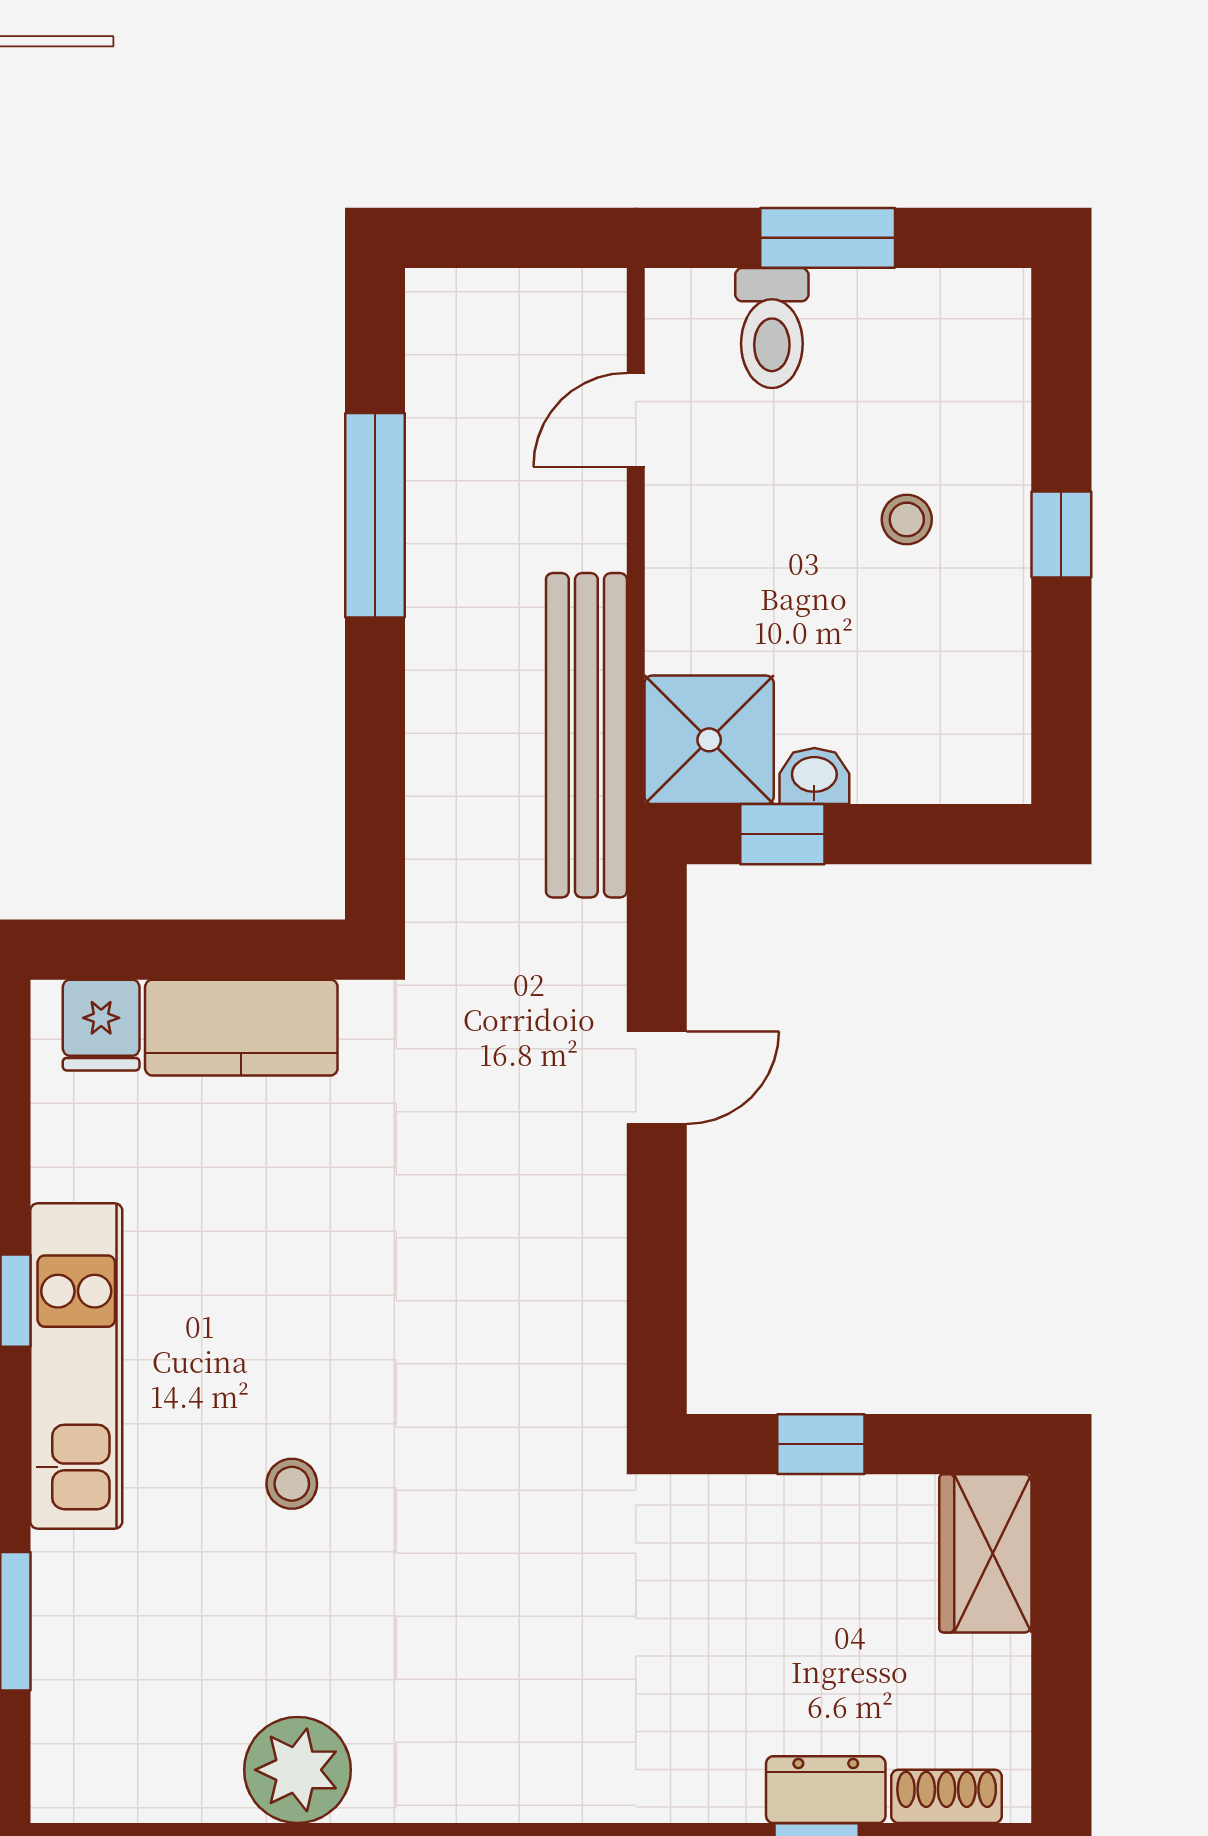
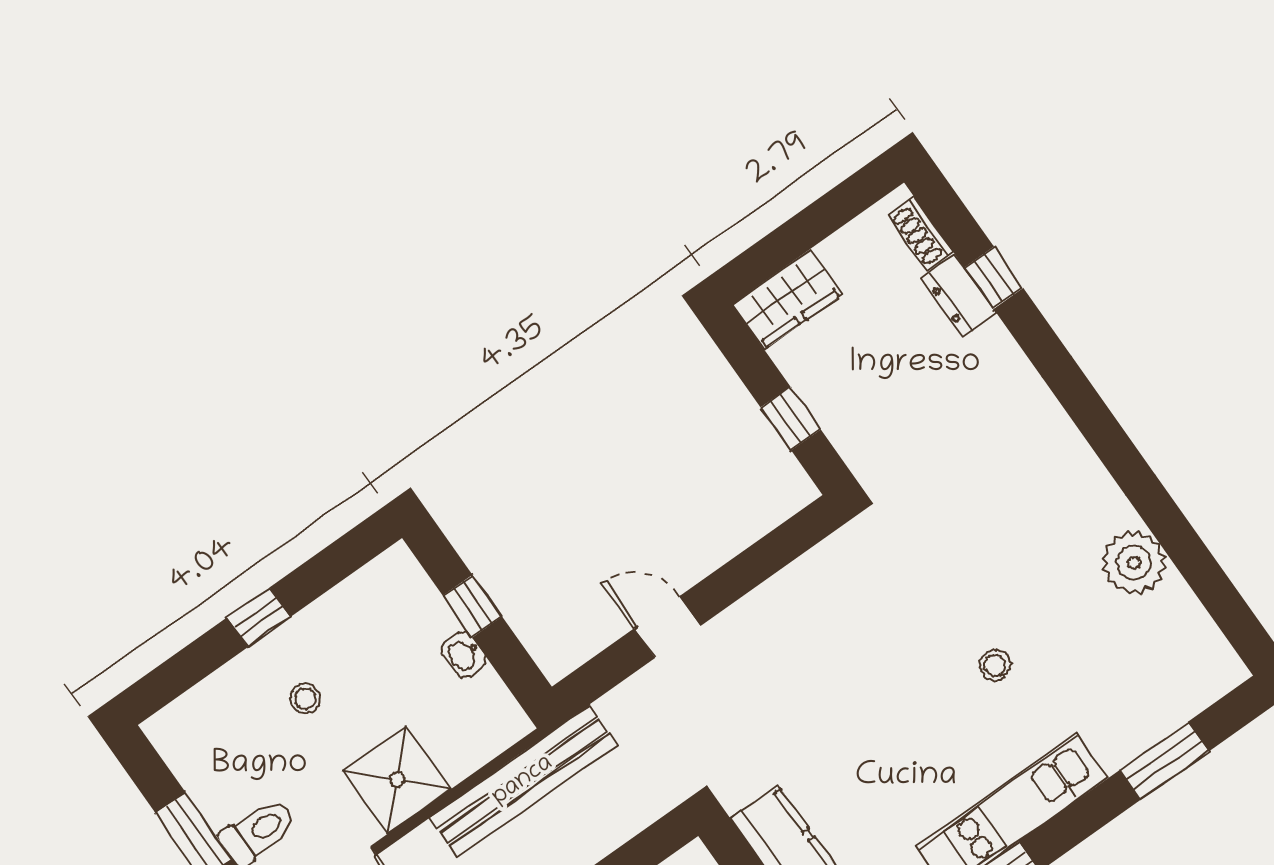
shower: (709, 740) -> (397, 780), moved
window: (782, 834) -> (472, 606), moved

